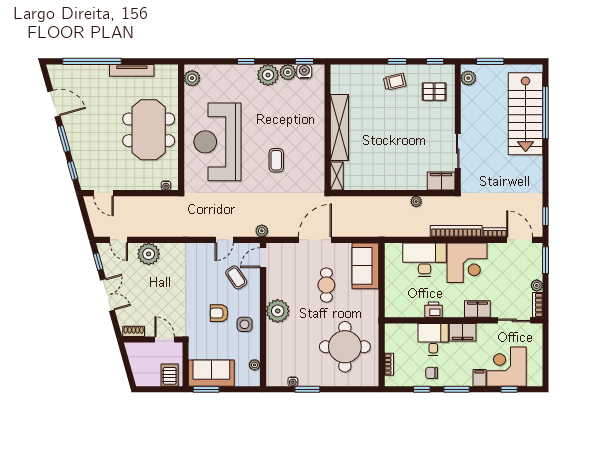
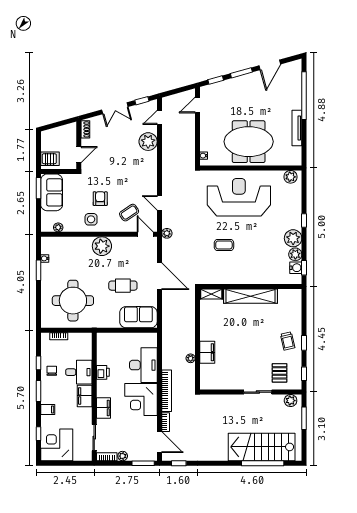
sliding door: (458, 151) -> (258, 392), moved
filing cabinet: (441, 181) -> (207, 352), moved
door: (520, 240) -> (159, 442), hinge flipped
corner desk: (507, 367) -> (57, 445), moved, turned -90

